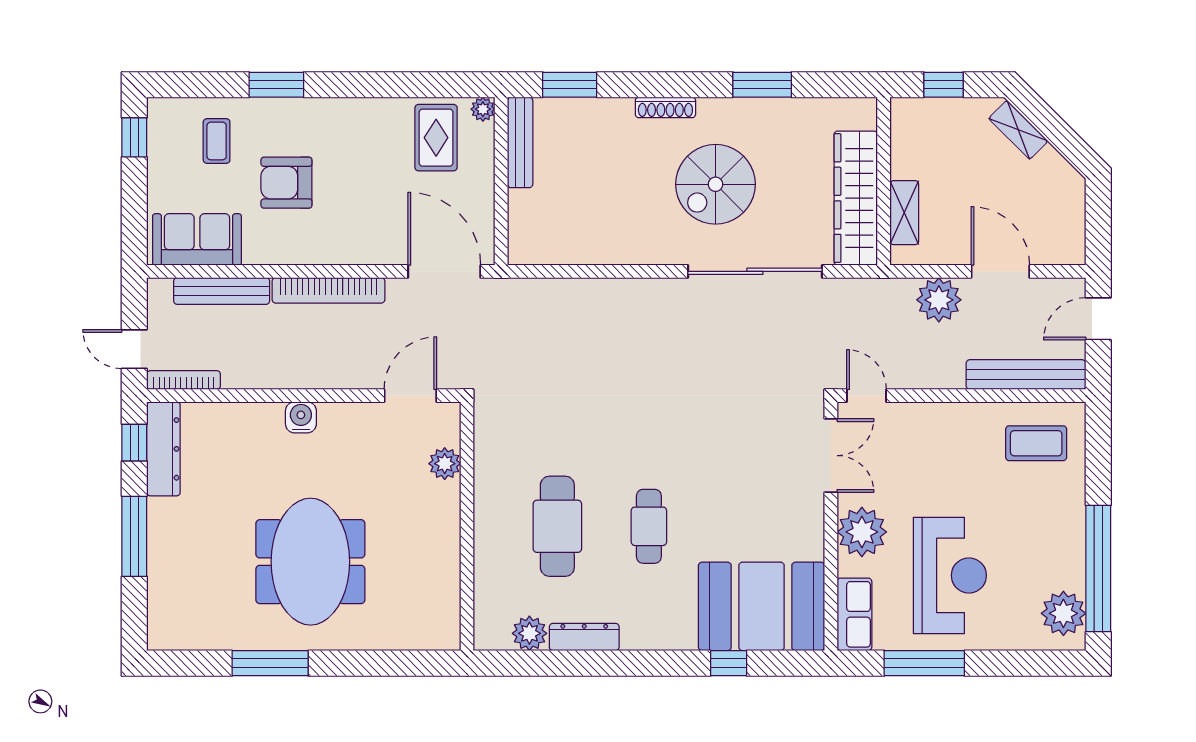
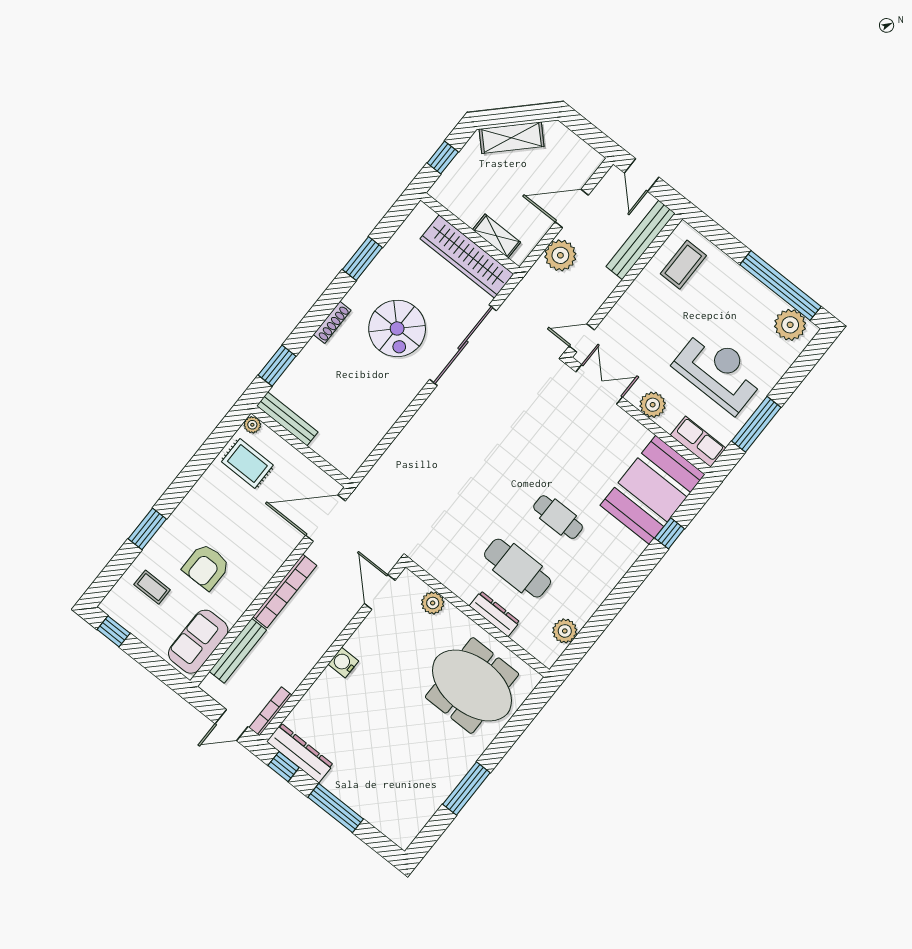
shelving: (1018, 130) -> (512, 138), width x1.50, depth x1.33
plant: (862, 532) -> (653, 405), width x0.73, depth x0.73
meeting table: (310, 562) -> (472, 685), moved
dresser: (584, 637) -> (495, 614), moved, turned 90

